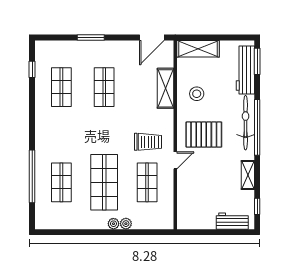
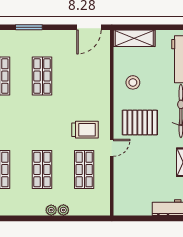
shelving: (166, 88) -> (102, 77), removed
shop shelf: (104, 182) -> (42, 170), width x0.70, depth x0.74

